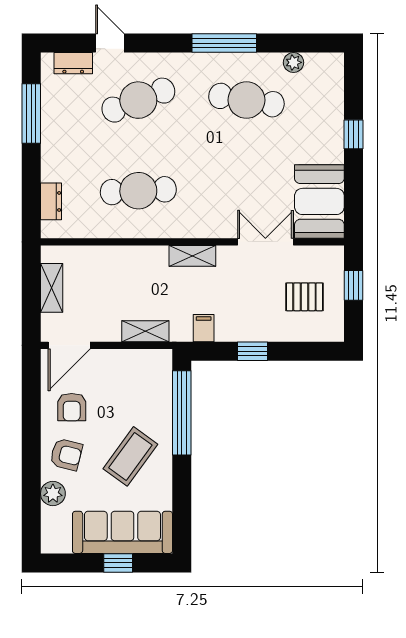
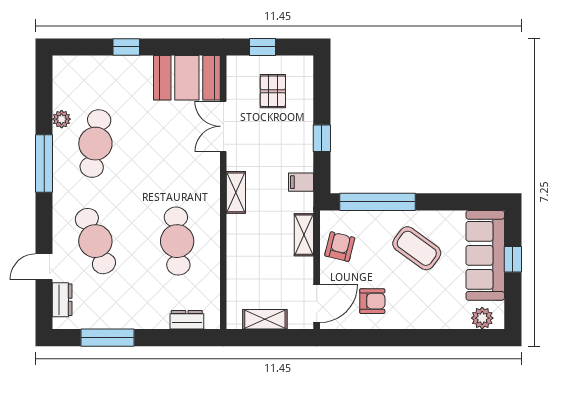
plant: (293, 62) -> (62, 119), moved
door: (69, 345) -> (317, 304), hinge flipped
armchair: (66, 454) -> (340, 247), moved
plant: (53, 494) -> (482, 318), moved

